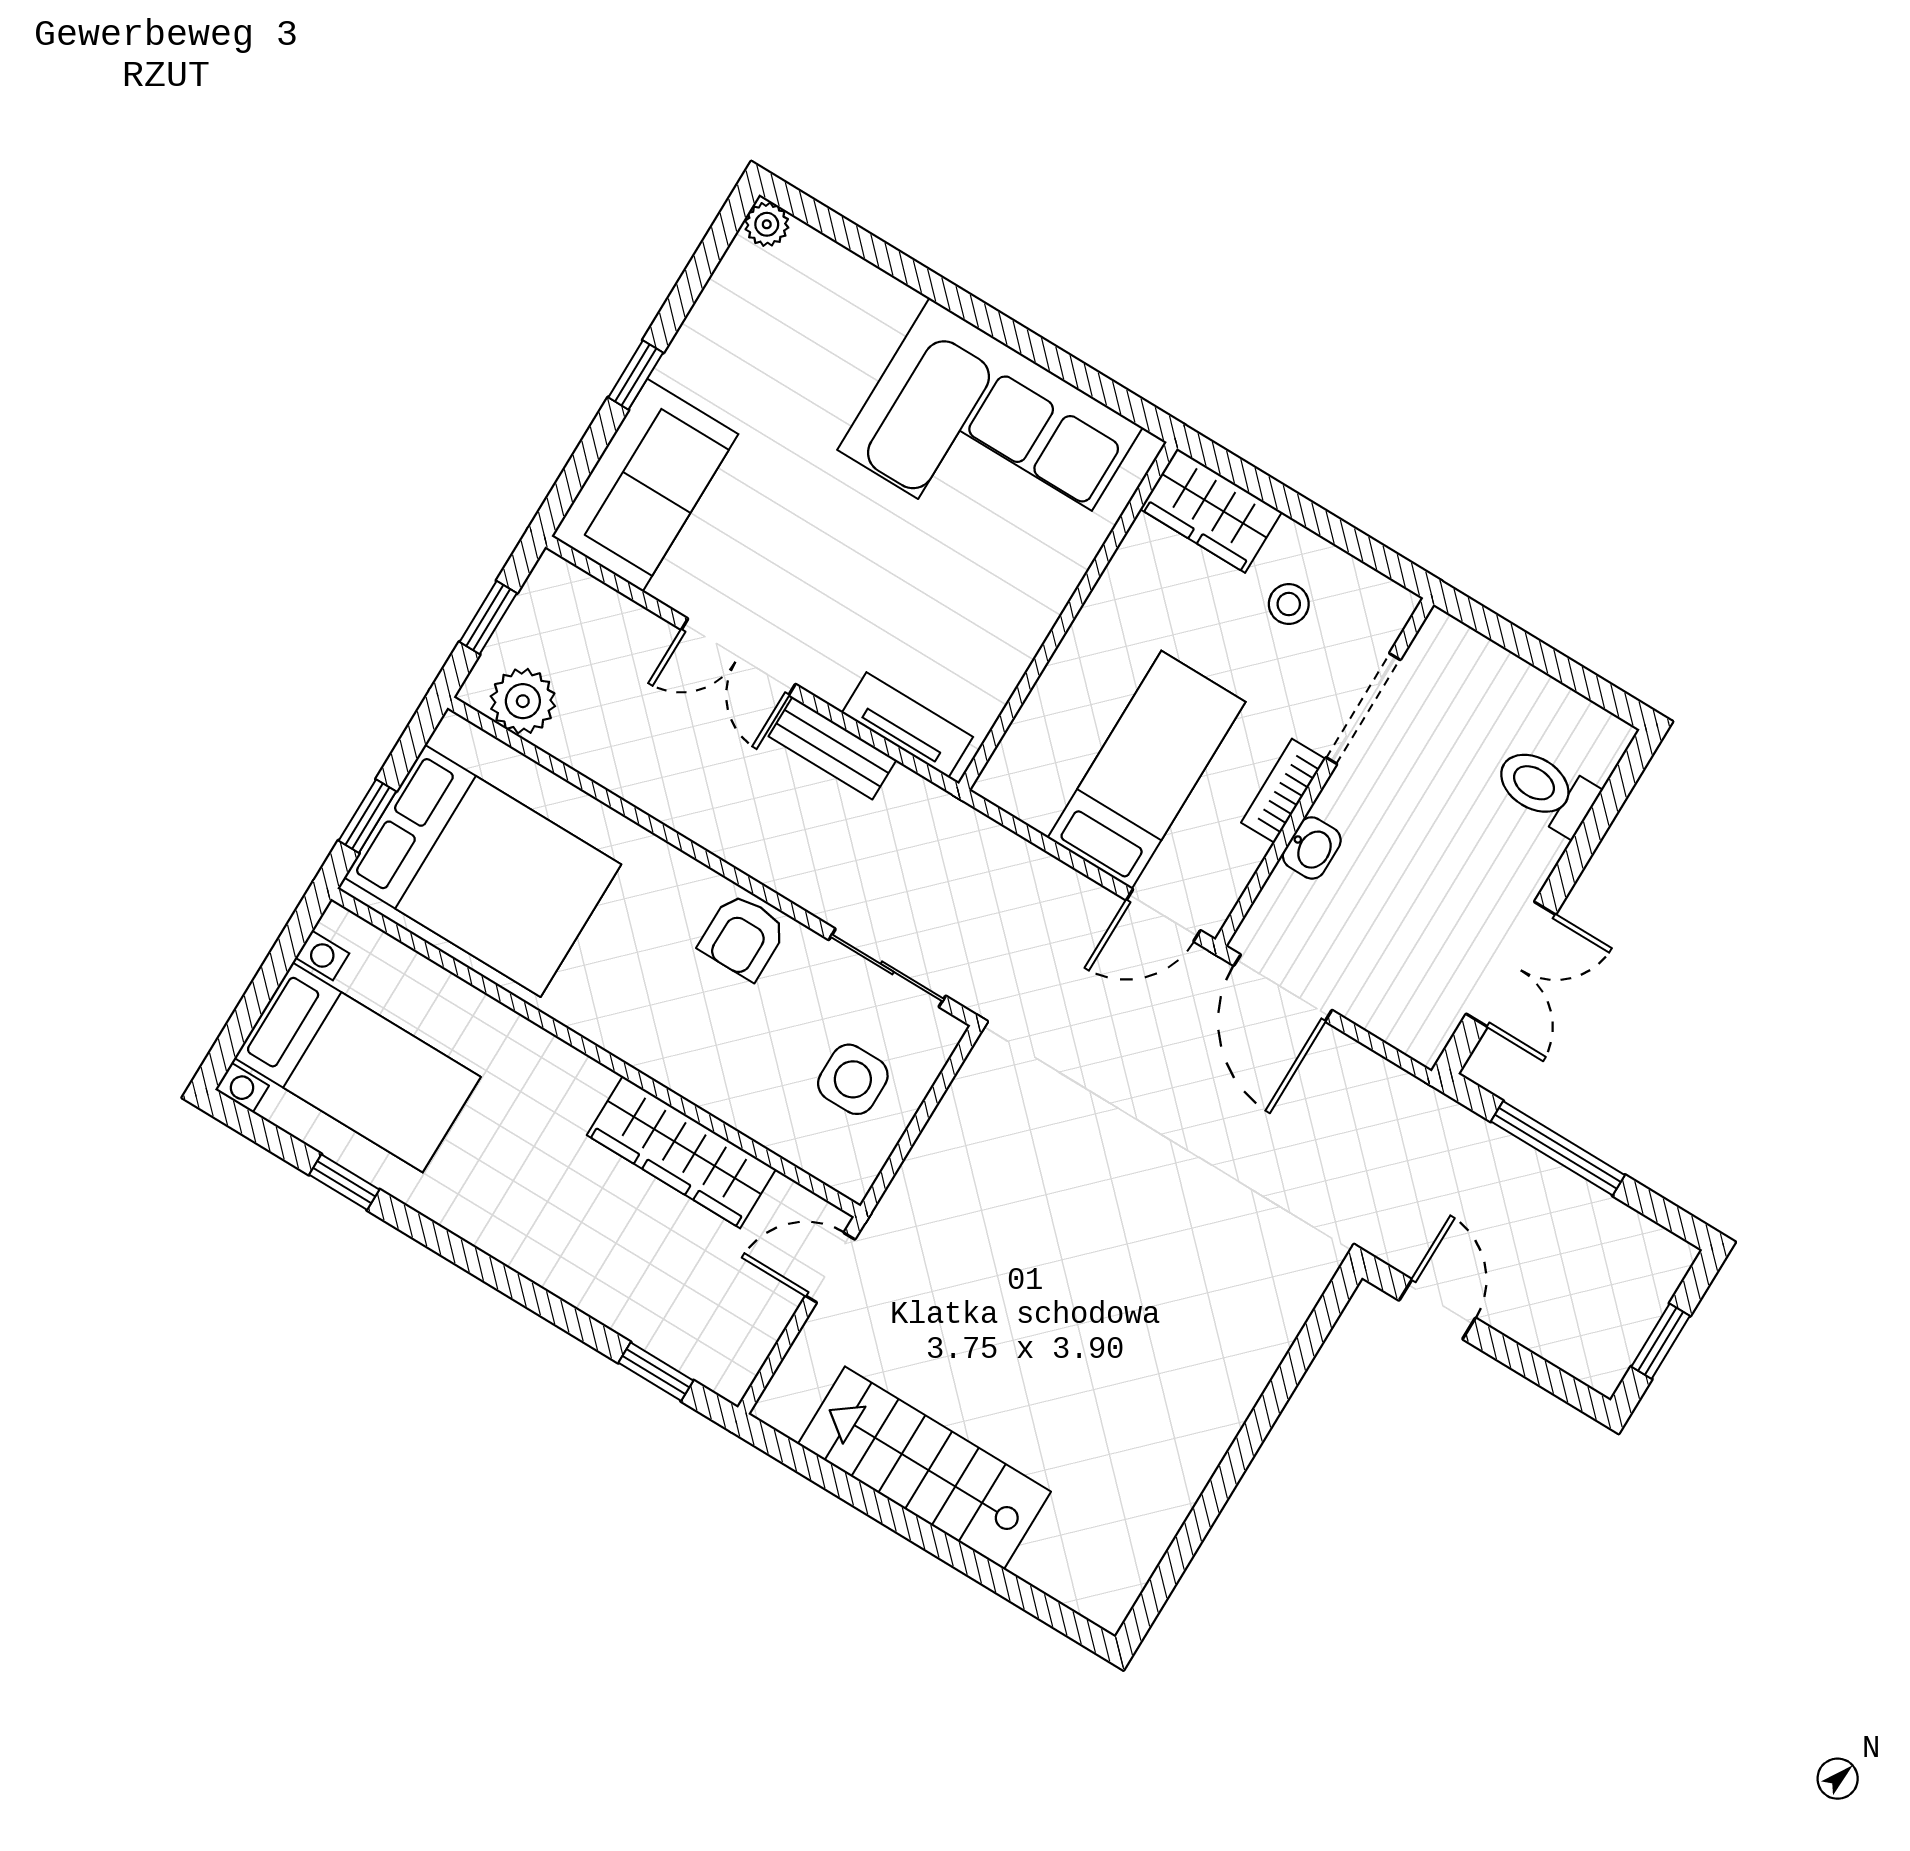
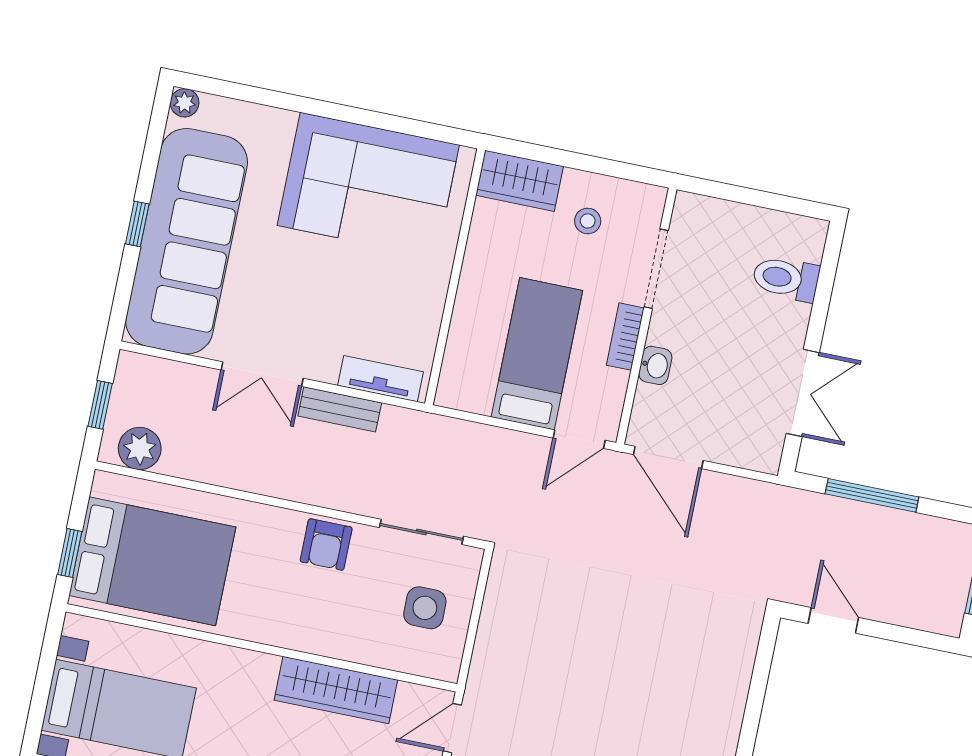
sofa: (645, 485) -> (187, 241), width x1.85, depth x1.27

